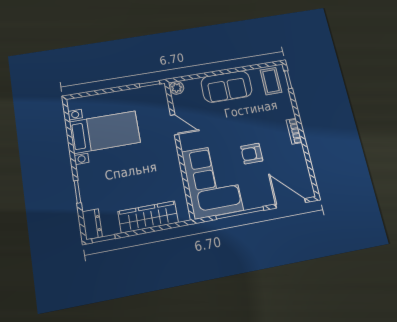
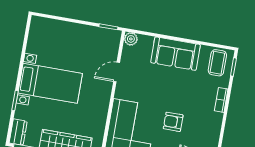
door: (175, 125) -> (117, 72), swing flipped
bookcase: (294, 131) -> (221, 100), moved
bed with nightstands: (105, 132) -> (50, 83), moved

